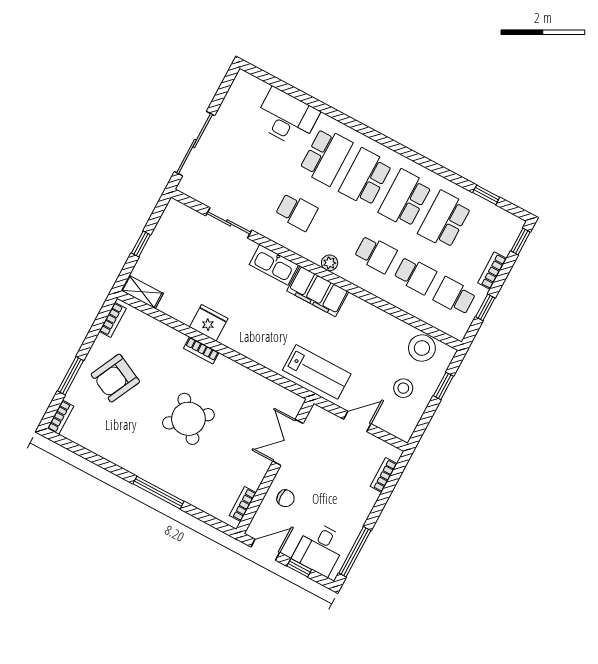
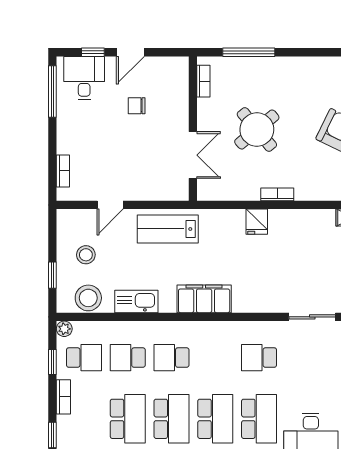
school desk: (326, 156) -> (259, 419), turned 180
plant: (330, 263) -> (64, 329), moved
kitchen sink: (274, 265) -> (136, 302), moved
fridge: (209, 323) -> (257, 222), moved, width x0.72
double door: (288, 442) -> (193, 155), moved
wall: (275, 466) -> (193, 129), moved
bookcase: (243, 504) -> (203, 81), moved

